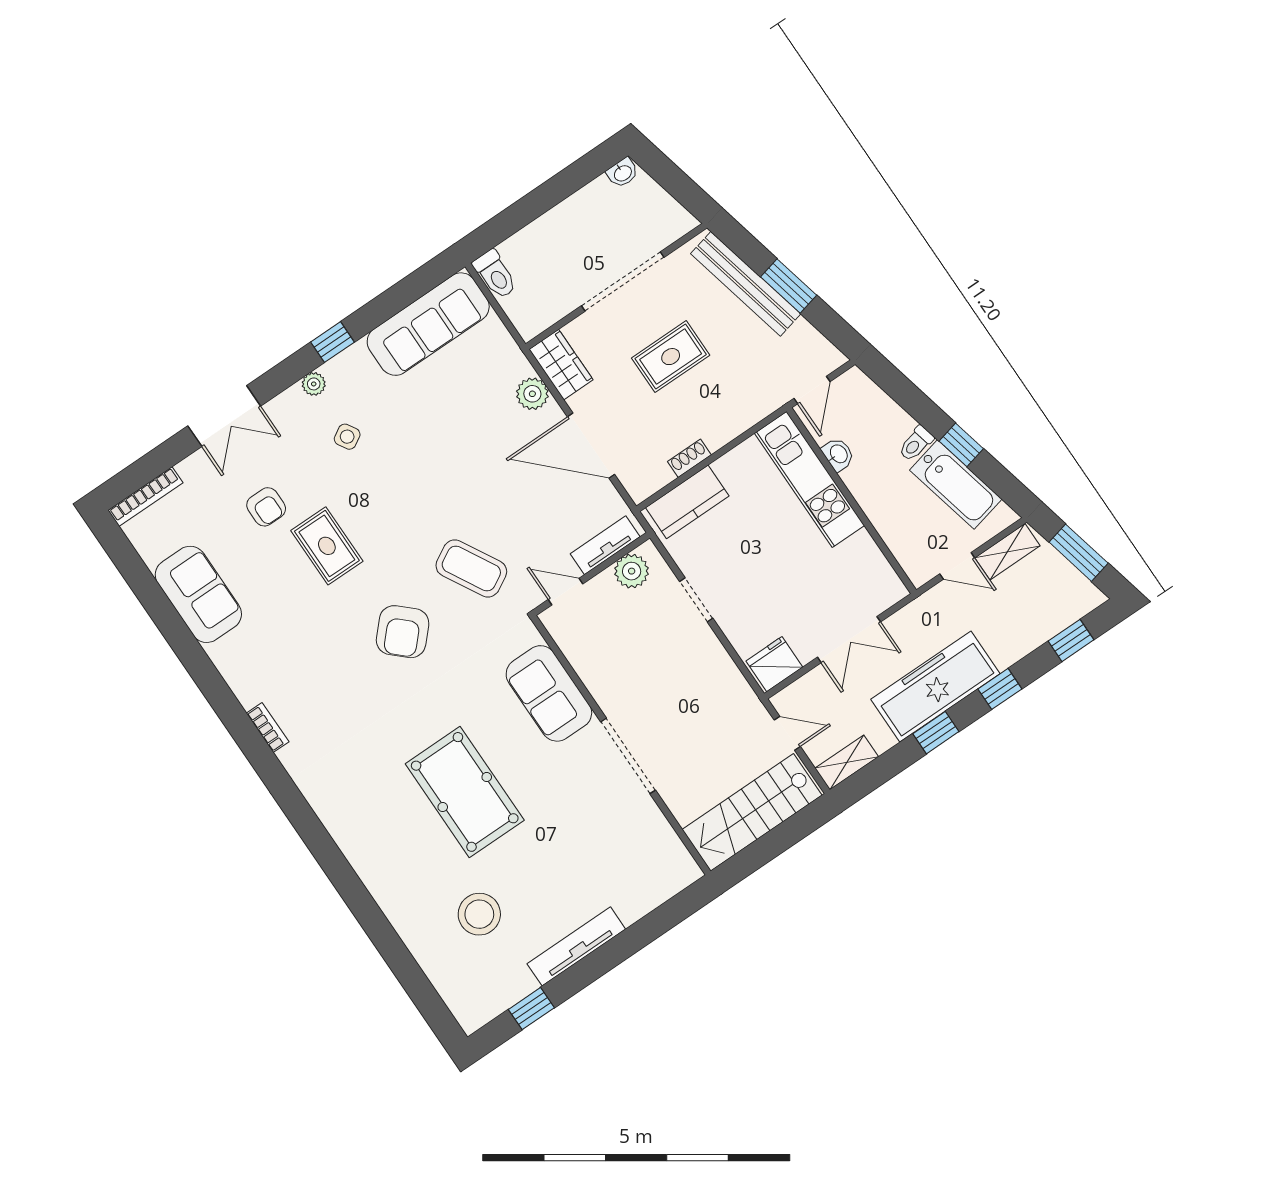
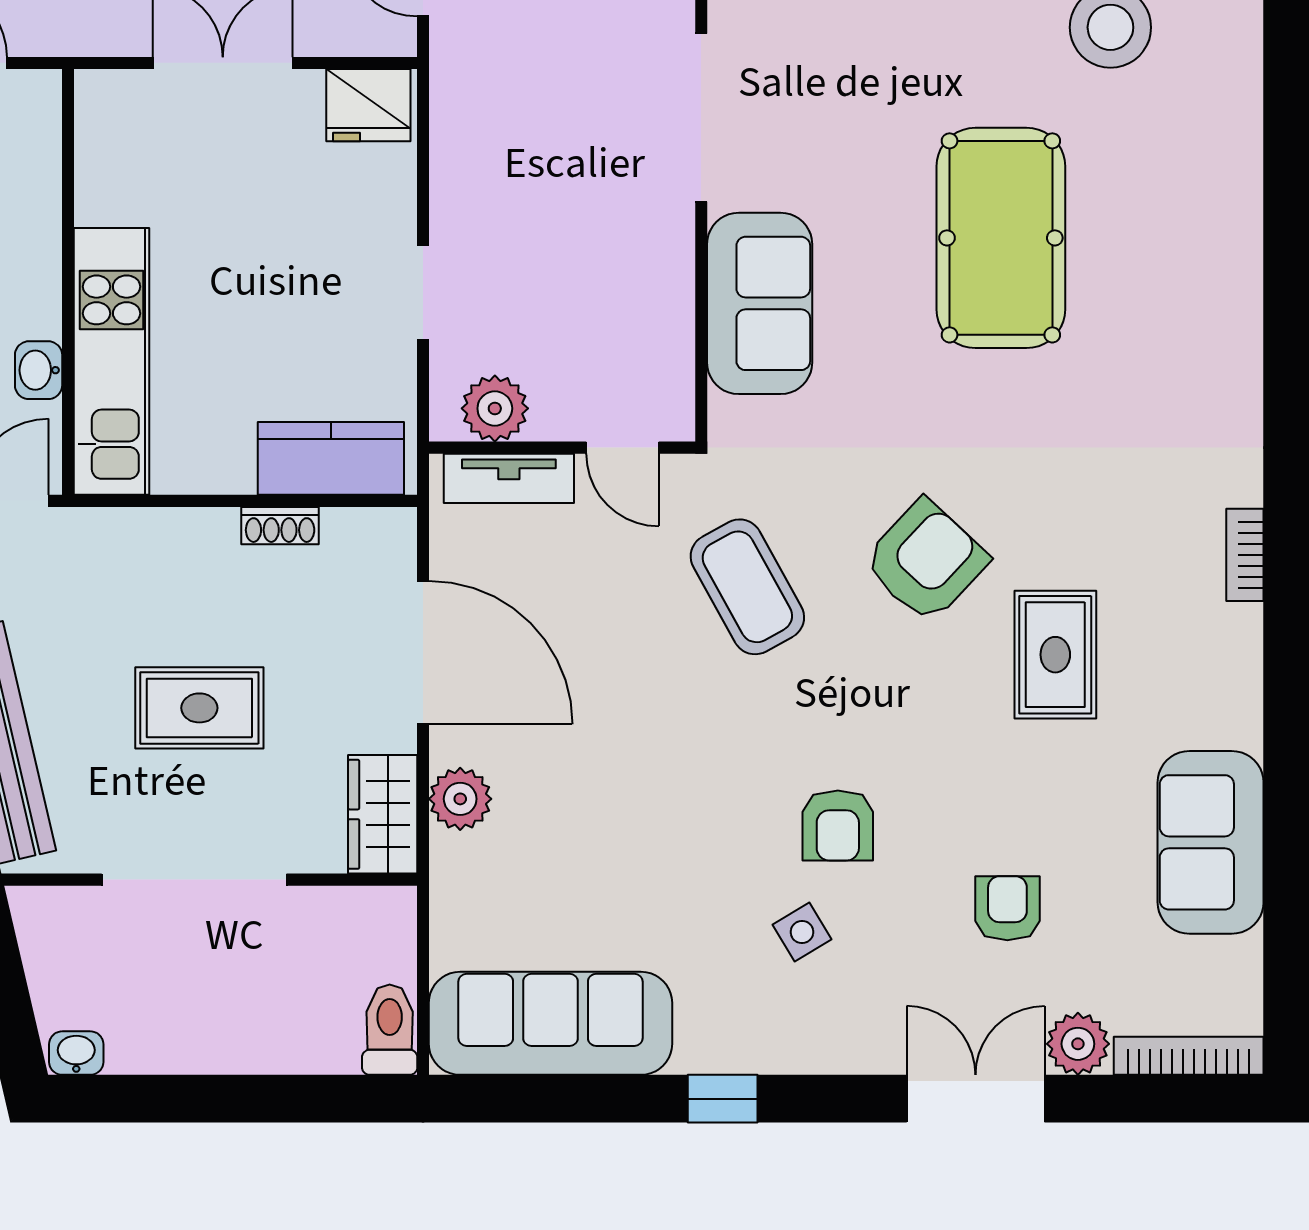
plant: (314, 384) -> (1078, 1044), moved, width x1.38, depth x1.38
armchair: (363, 493) -> (838, 826), added
rug: (327, 546) -> (1055, 655), moved

